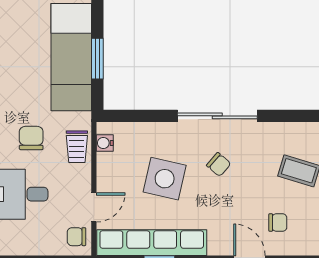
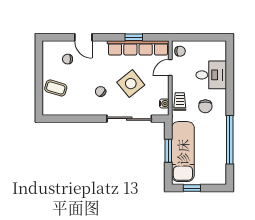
sliding door: (217, 116) -> (129, 119), moved
side table: (165, 179) -> (131, 84), turned 38

